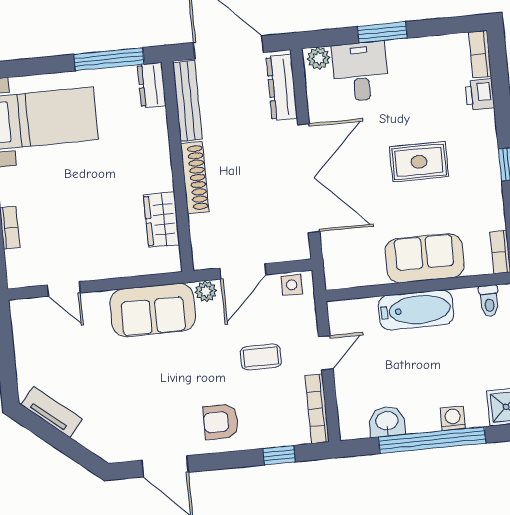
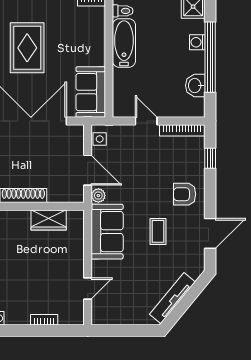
rug: (419, 162) -> (27, 48), width x1.36, depth x1.43
sofa: (425, 258) -> (91, 92), moved
bathtub: (416, 310) -> (124, 43), moved
coffee table: (261, 357) -> (158, 231), moved
tv unit: (52, 412) -> (172, 298), width x1.41
armchair: (221, 422) -> (185, 194), turned 90

